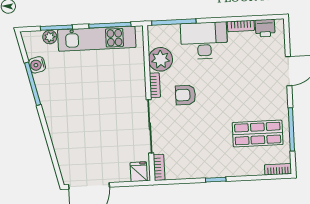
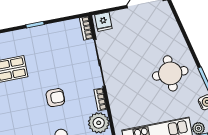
armchair: (185, 95) -> (55, 98), moved
round table: (72, 103) -> (170, 73), added

